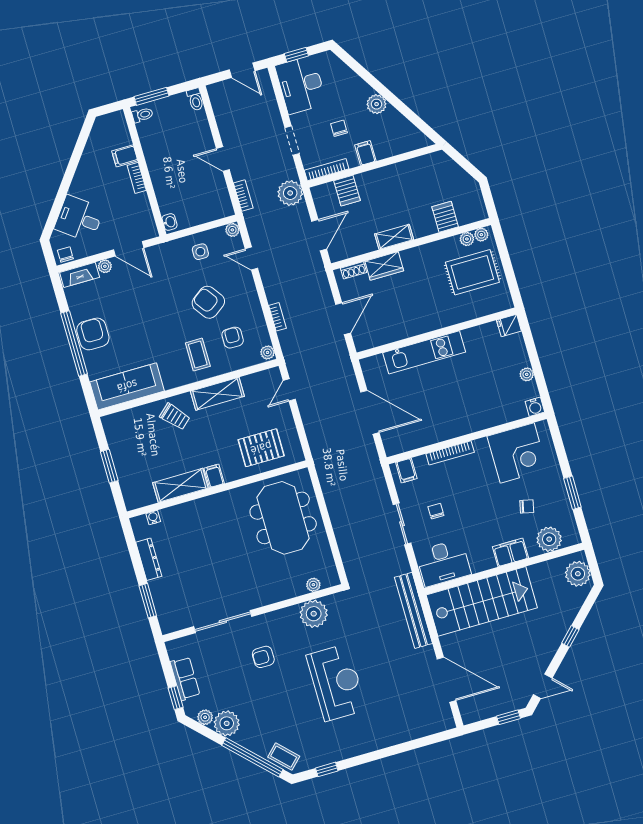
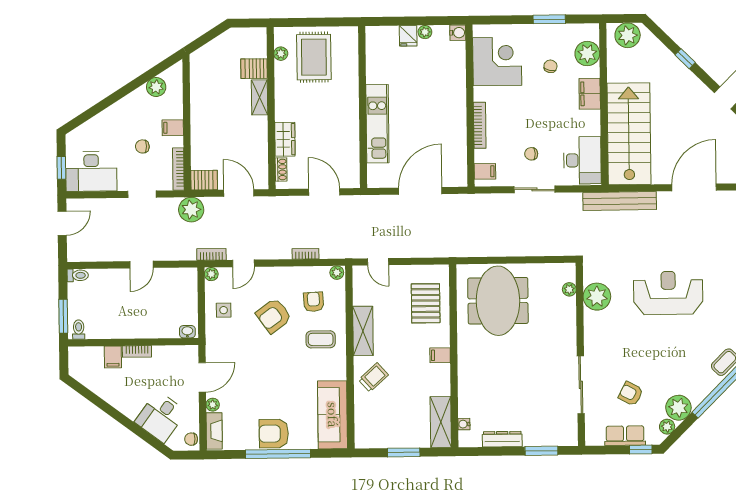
plant: (377, 104) -> (156, 87), moved
server rack: (347, 191) -> (204, 180), moved
bookcase: (243, 195) -> (211, 254), moved
plant: (481, 235) -> (280, 39), removed
shelving: (394, 237) -> (260, 97), moved
fridge: (509, 326) -> (408, 36), moved
armchair: (233, 338) -> (314, 302), turned 87
shelving: (180, 485) -> (441, 422), moved
meeting table: (283, 518) -> (498, 301), turned 90
armchair: (263, 657) -> (631, 394), moved, turned 118

